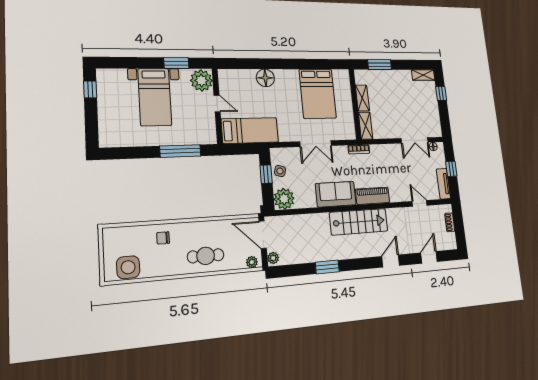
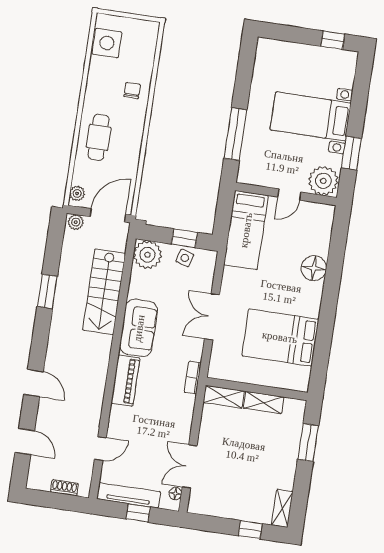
tv unit: (443, 184) -> (129, 495), width x1.41
stairs: (359, 222) -> (104, 292), moved

